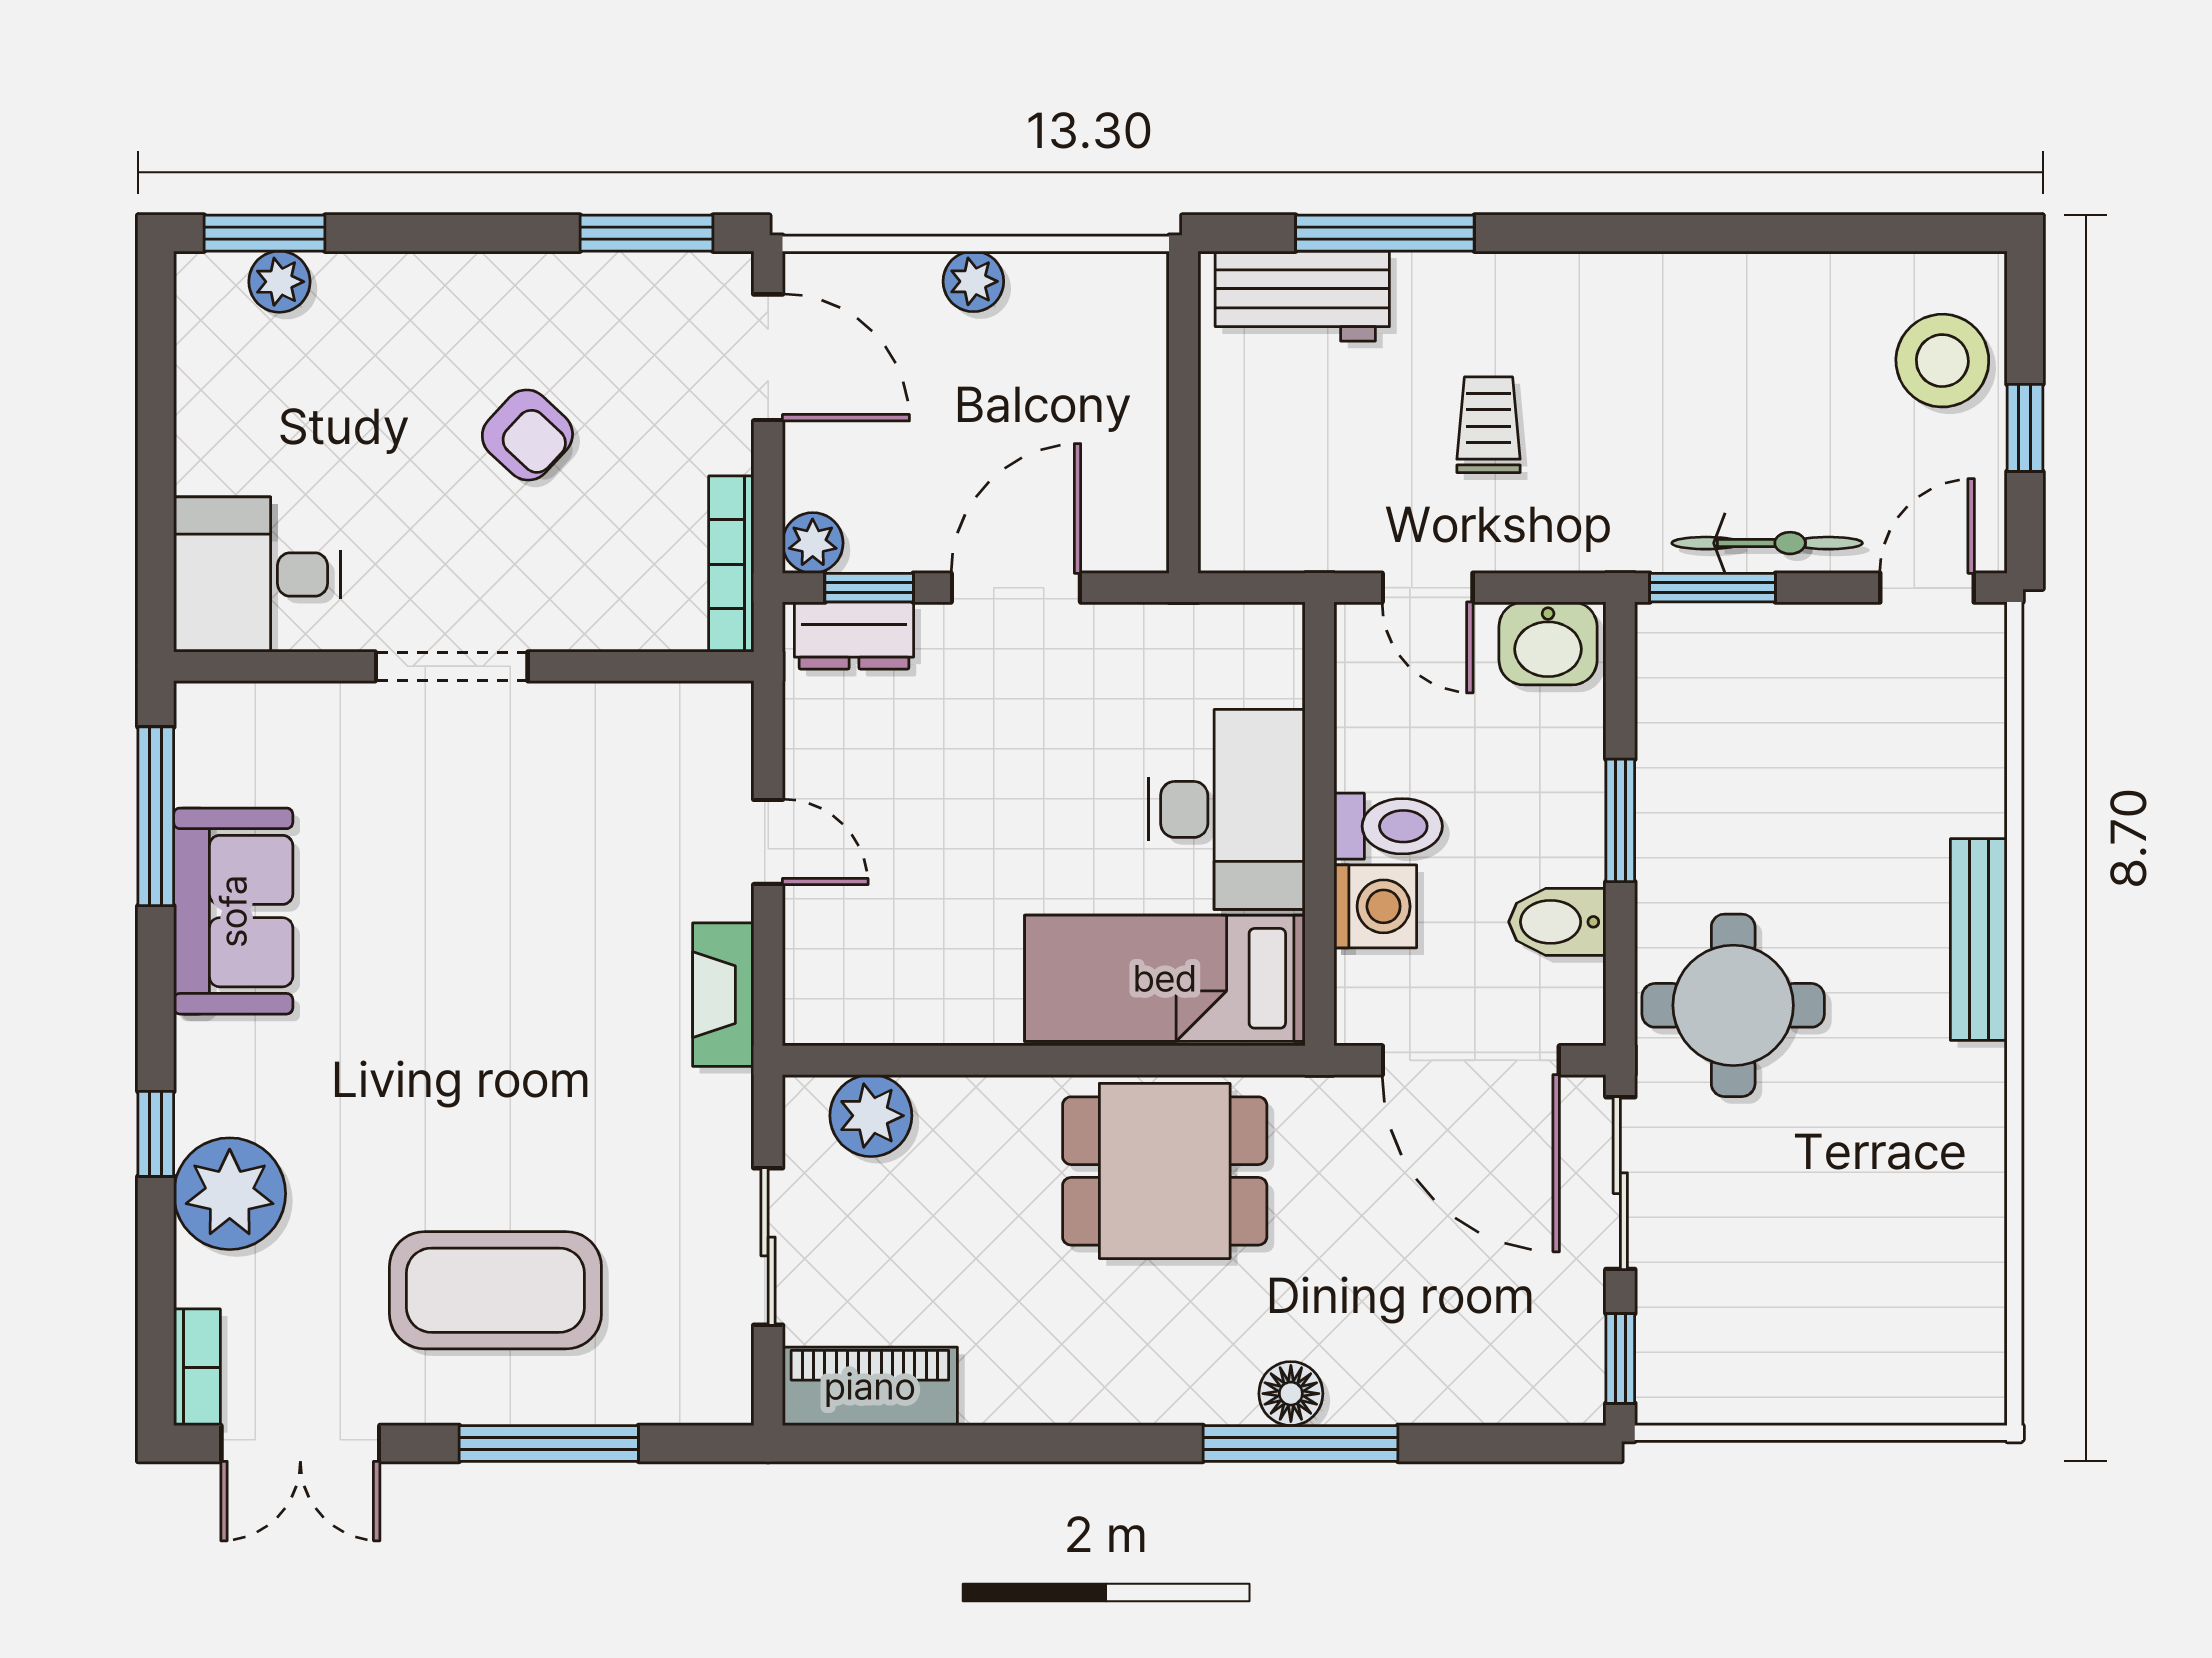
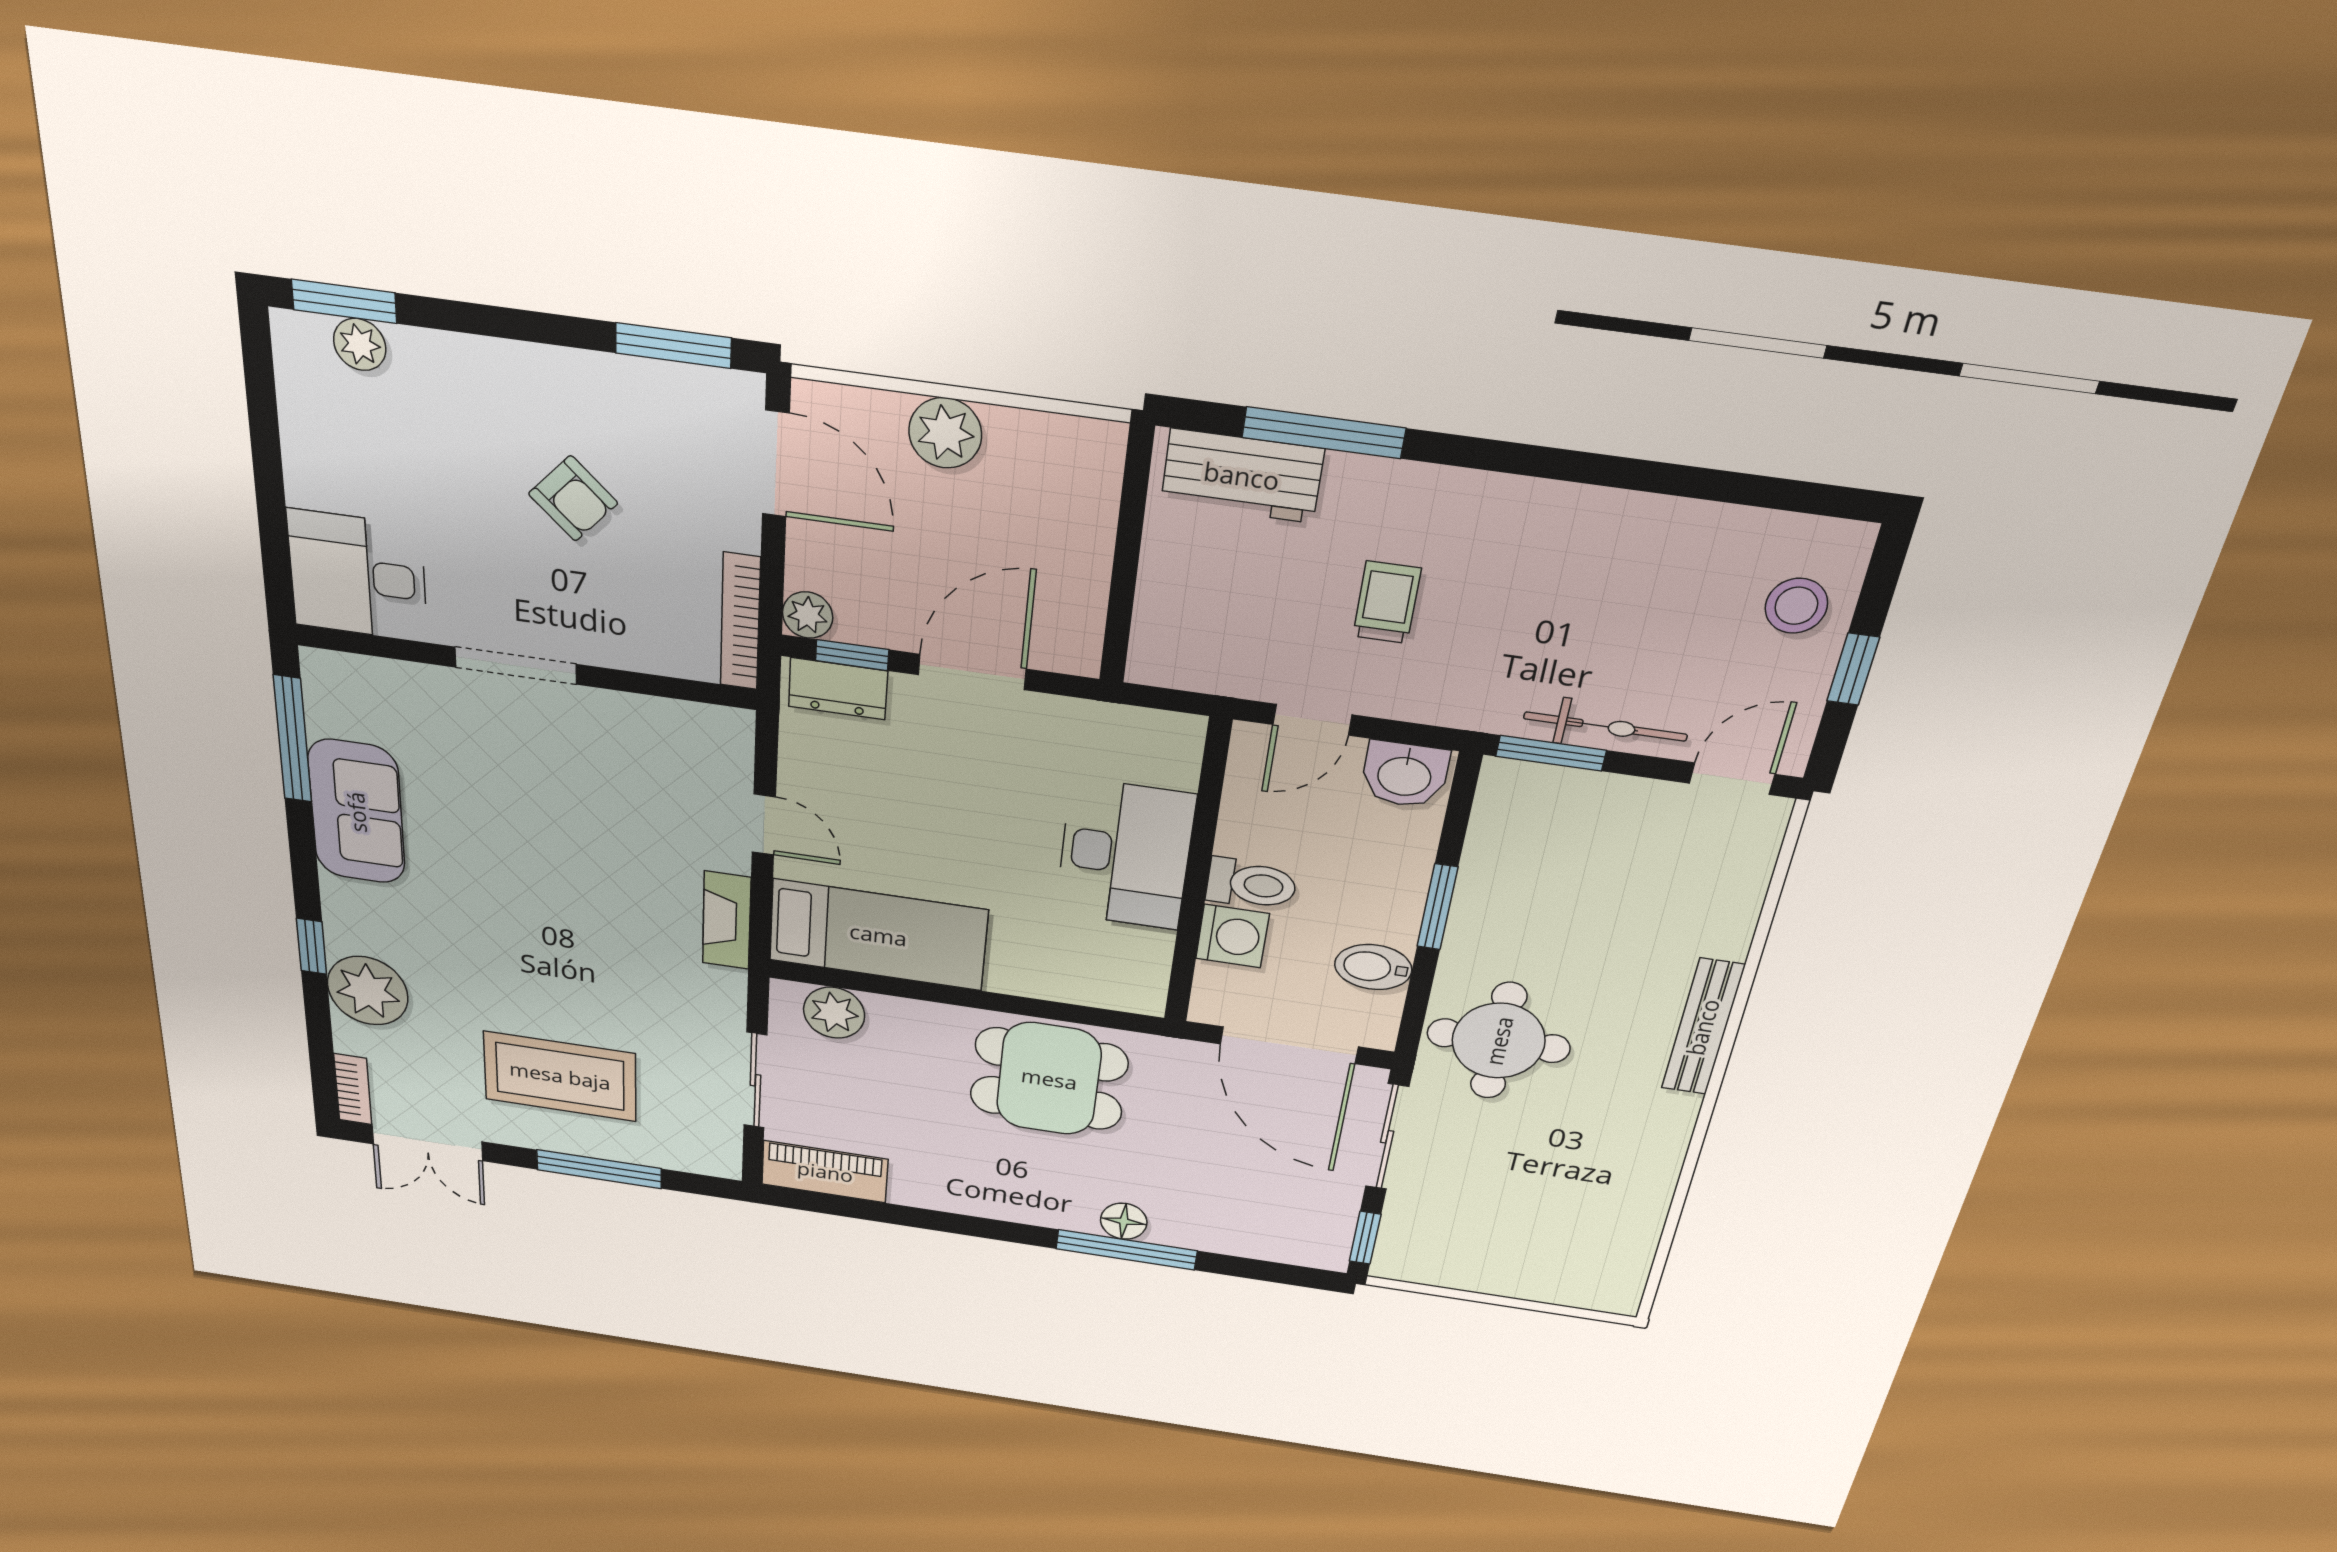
plant: (973, 281) -> (945, 433), width x1.38, depth x1.38
stool: (1942, 361) -> (1796, 606), width x0.73, depth x0.73
door: (1428, 588) -> (1312, 720), hinge flipped
bed: (1165, 978) -> (878, 935), moved, turned 180

